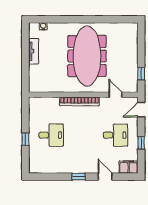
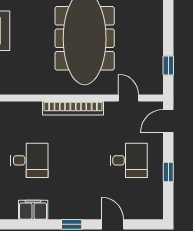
filing cabinet: (129, 167) -> (33, 210), moved

